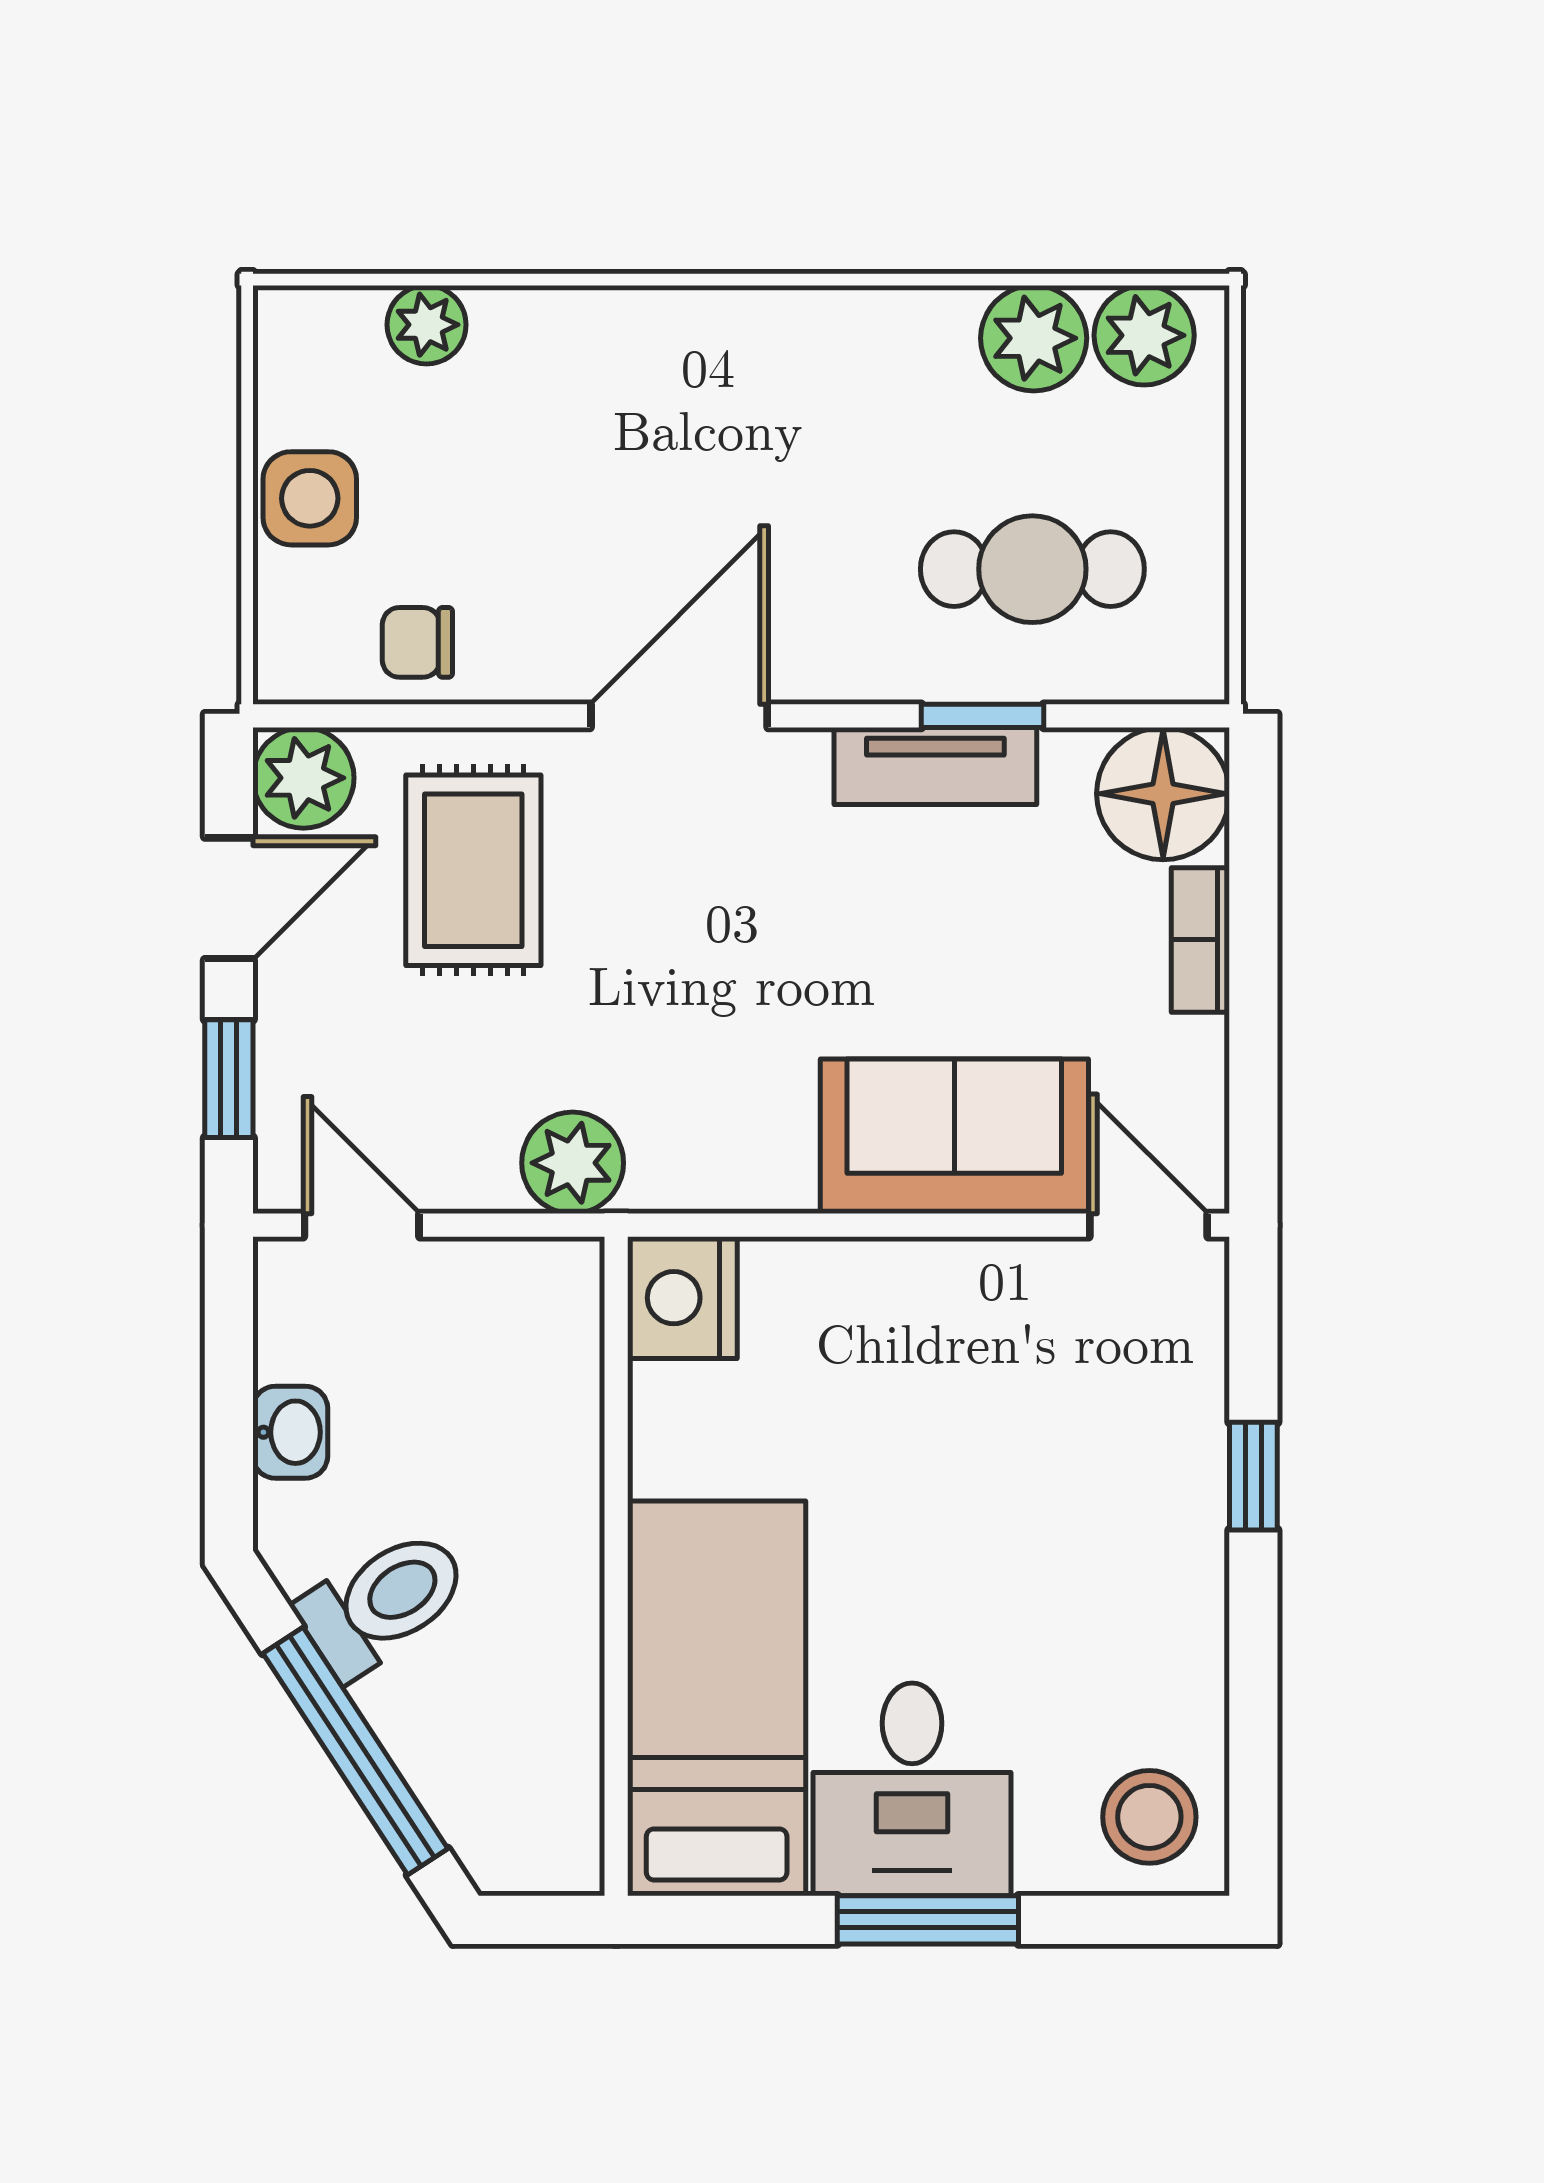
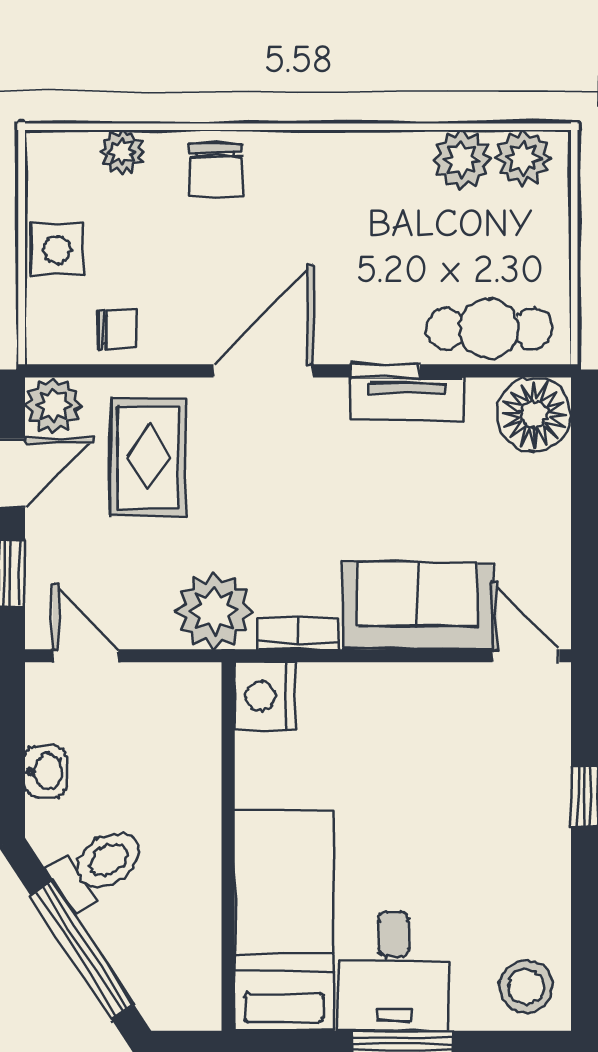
chair: (595, 357) -> (216, 170), added
cafe table: (1032, 569) -> (489, 329), moved
chair: (417, 642) -> (117, 330), turned 180
window: (982, 716) -> (385, 371), moved
bookcase: (1200, 940) -> (298, 633), moved, turned 90
plant: (573, 1163) -> (214, 610), width x1.36, depth x1.36

